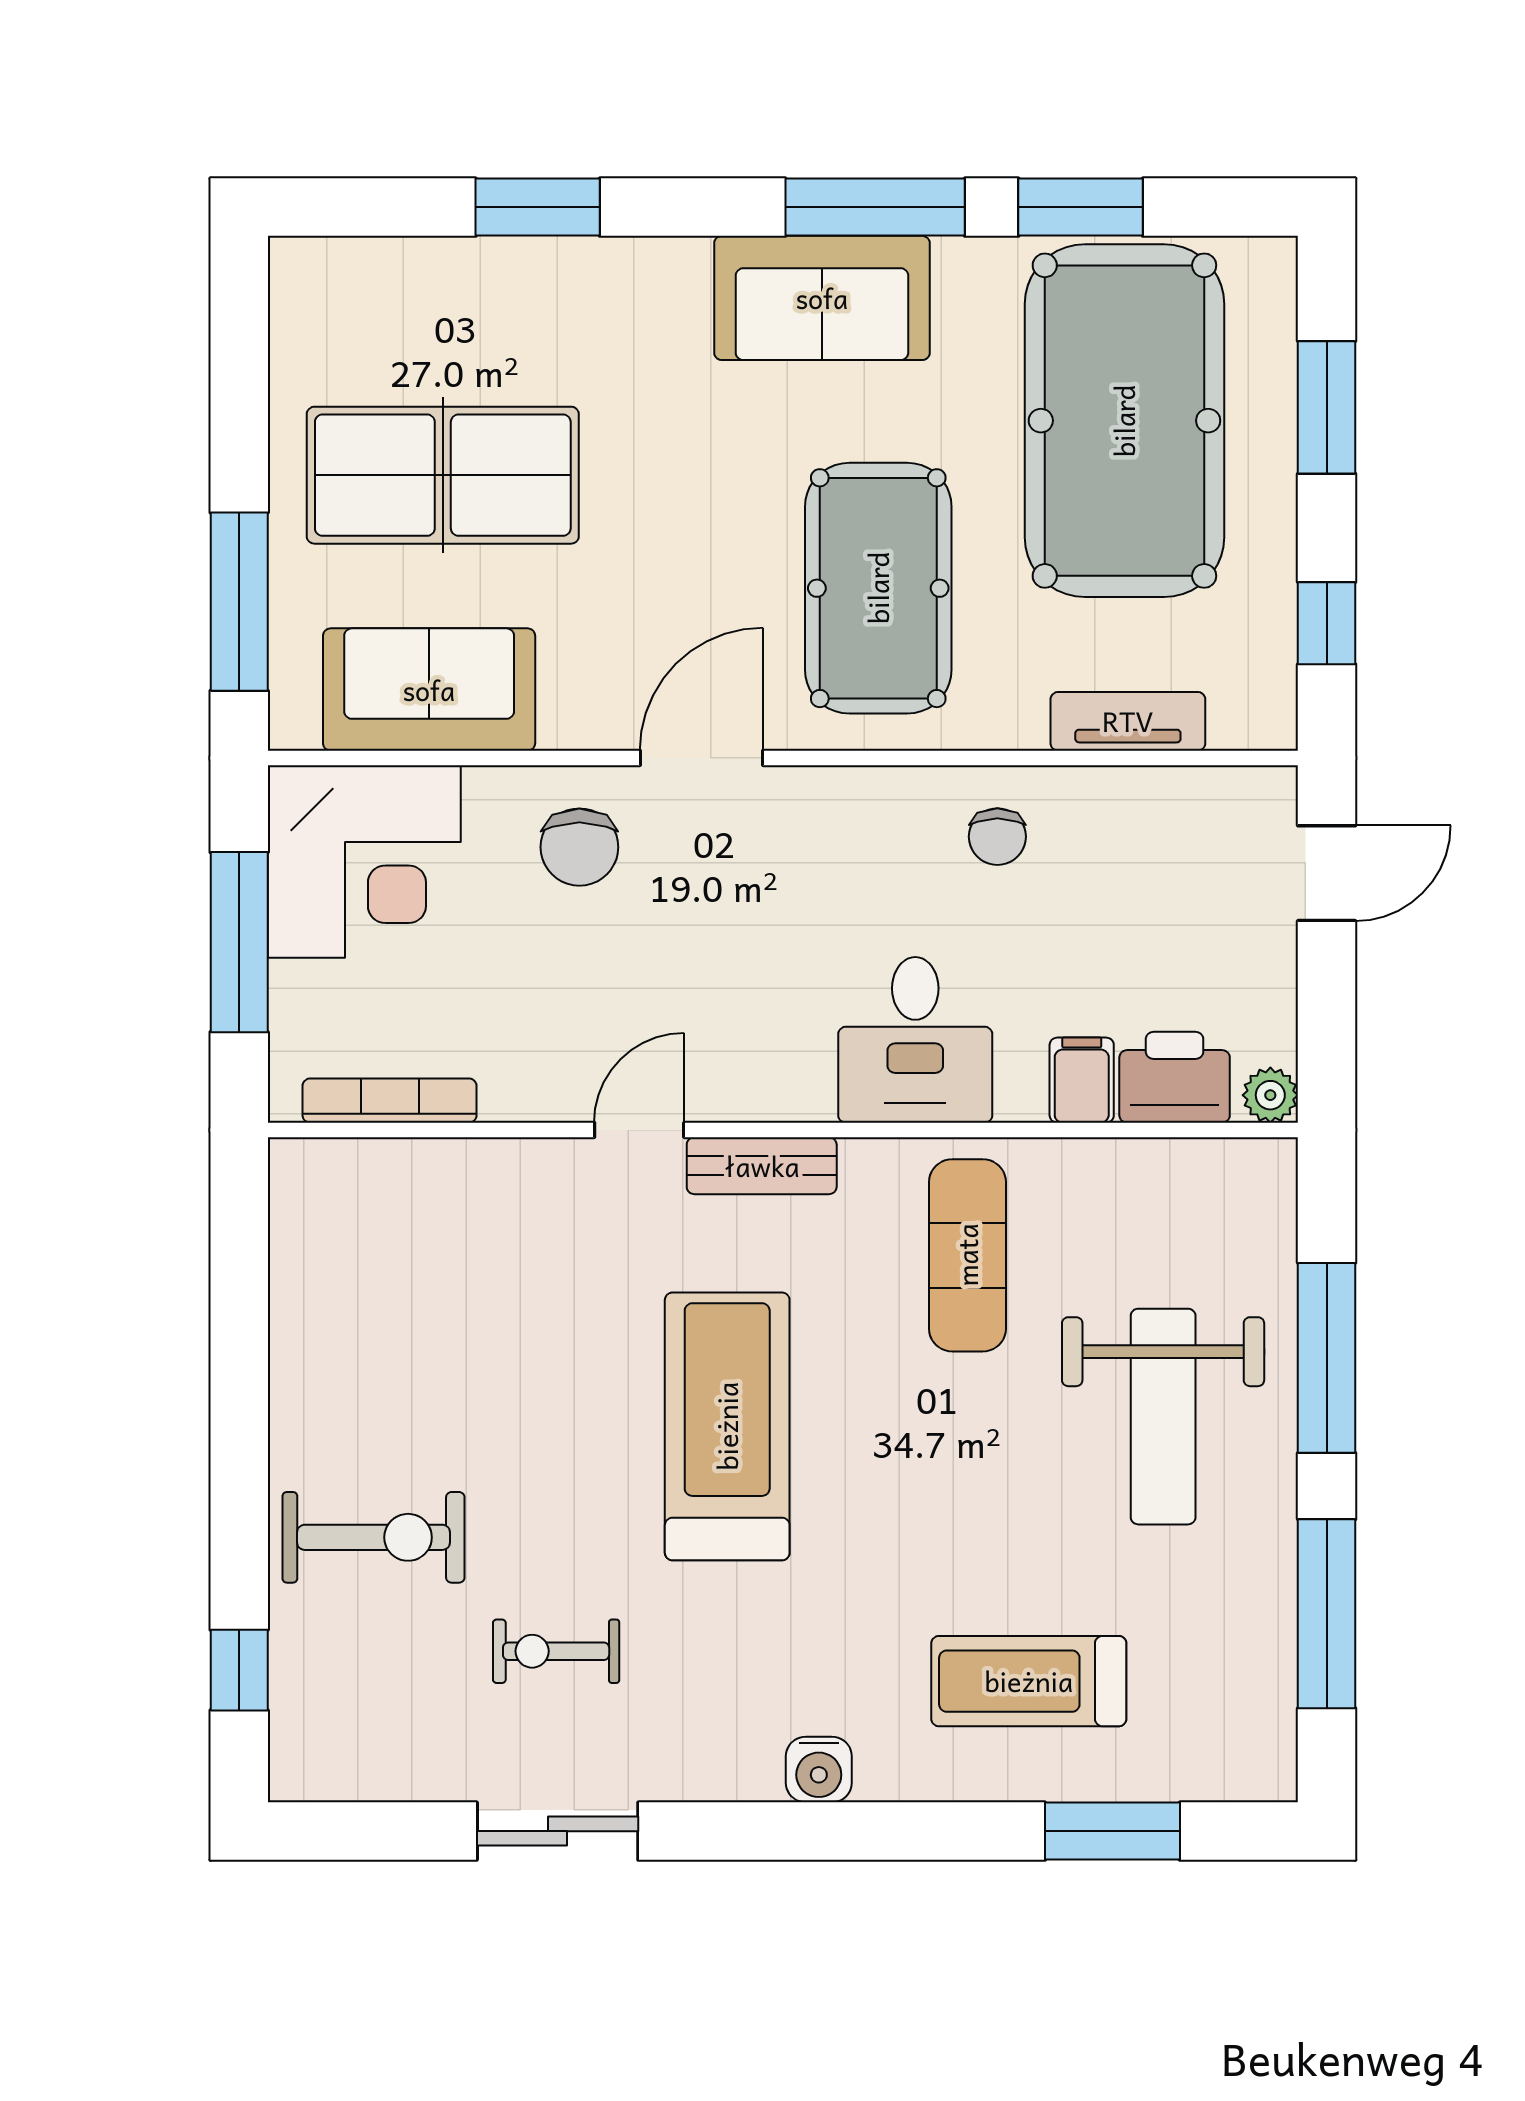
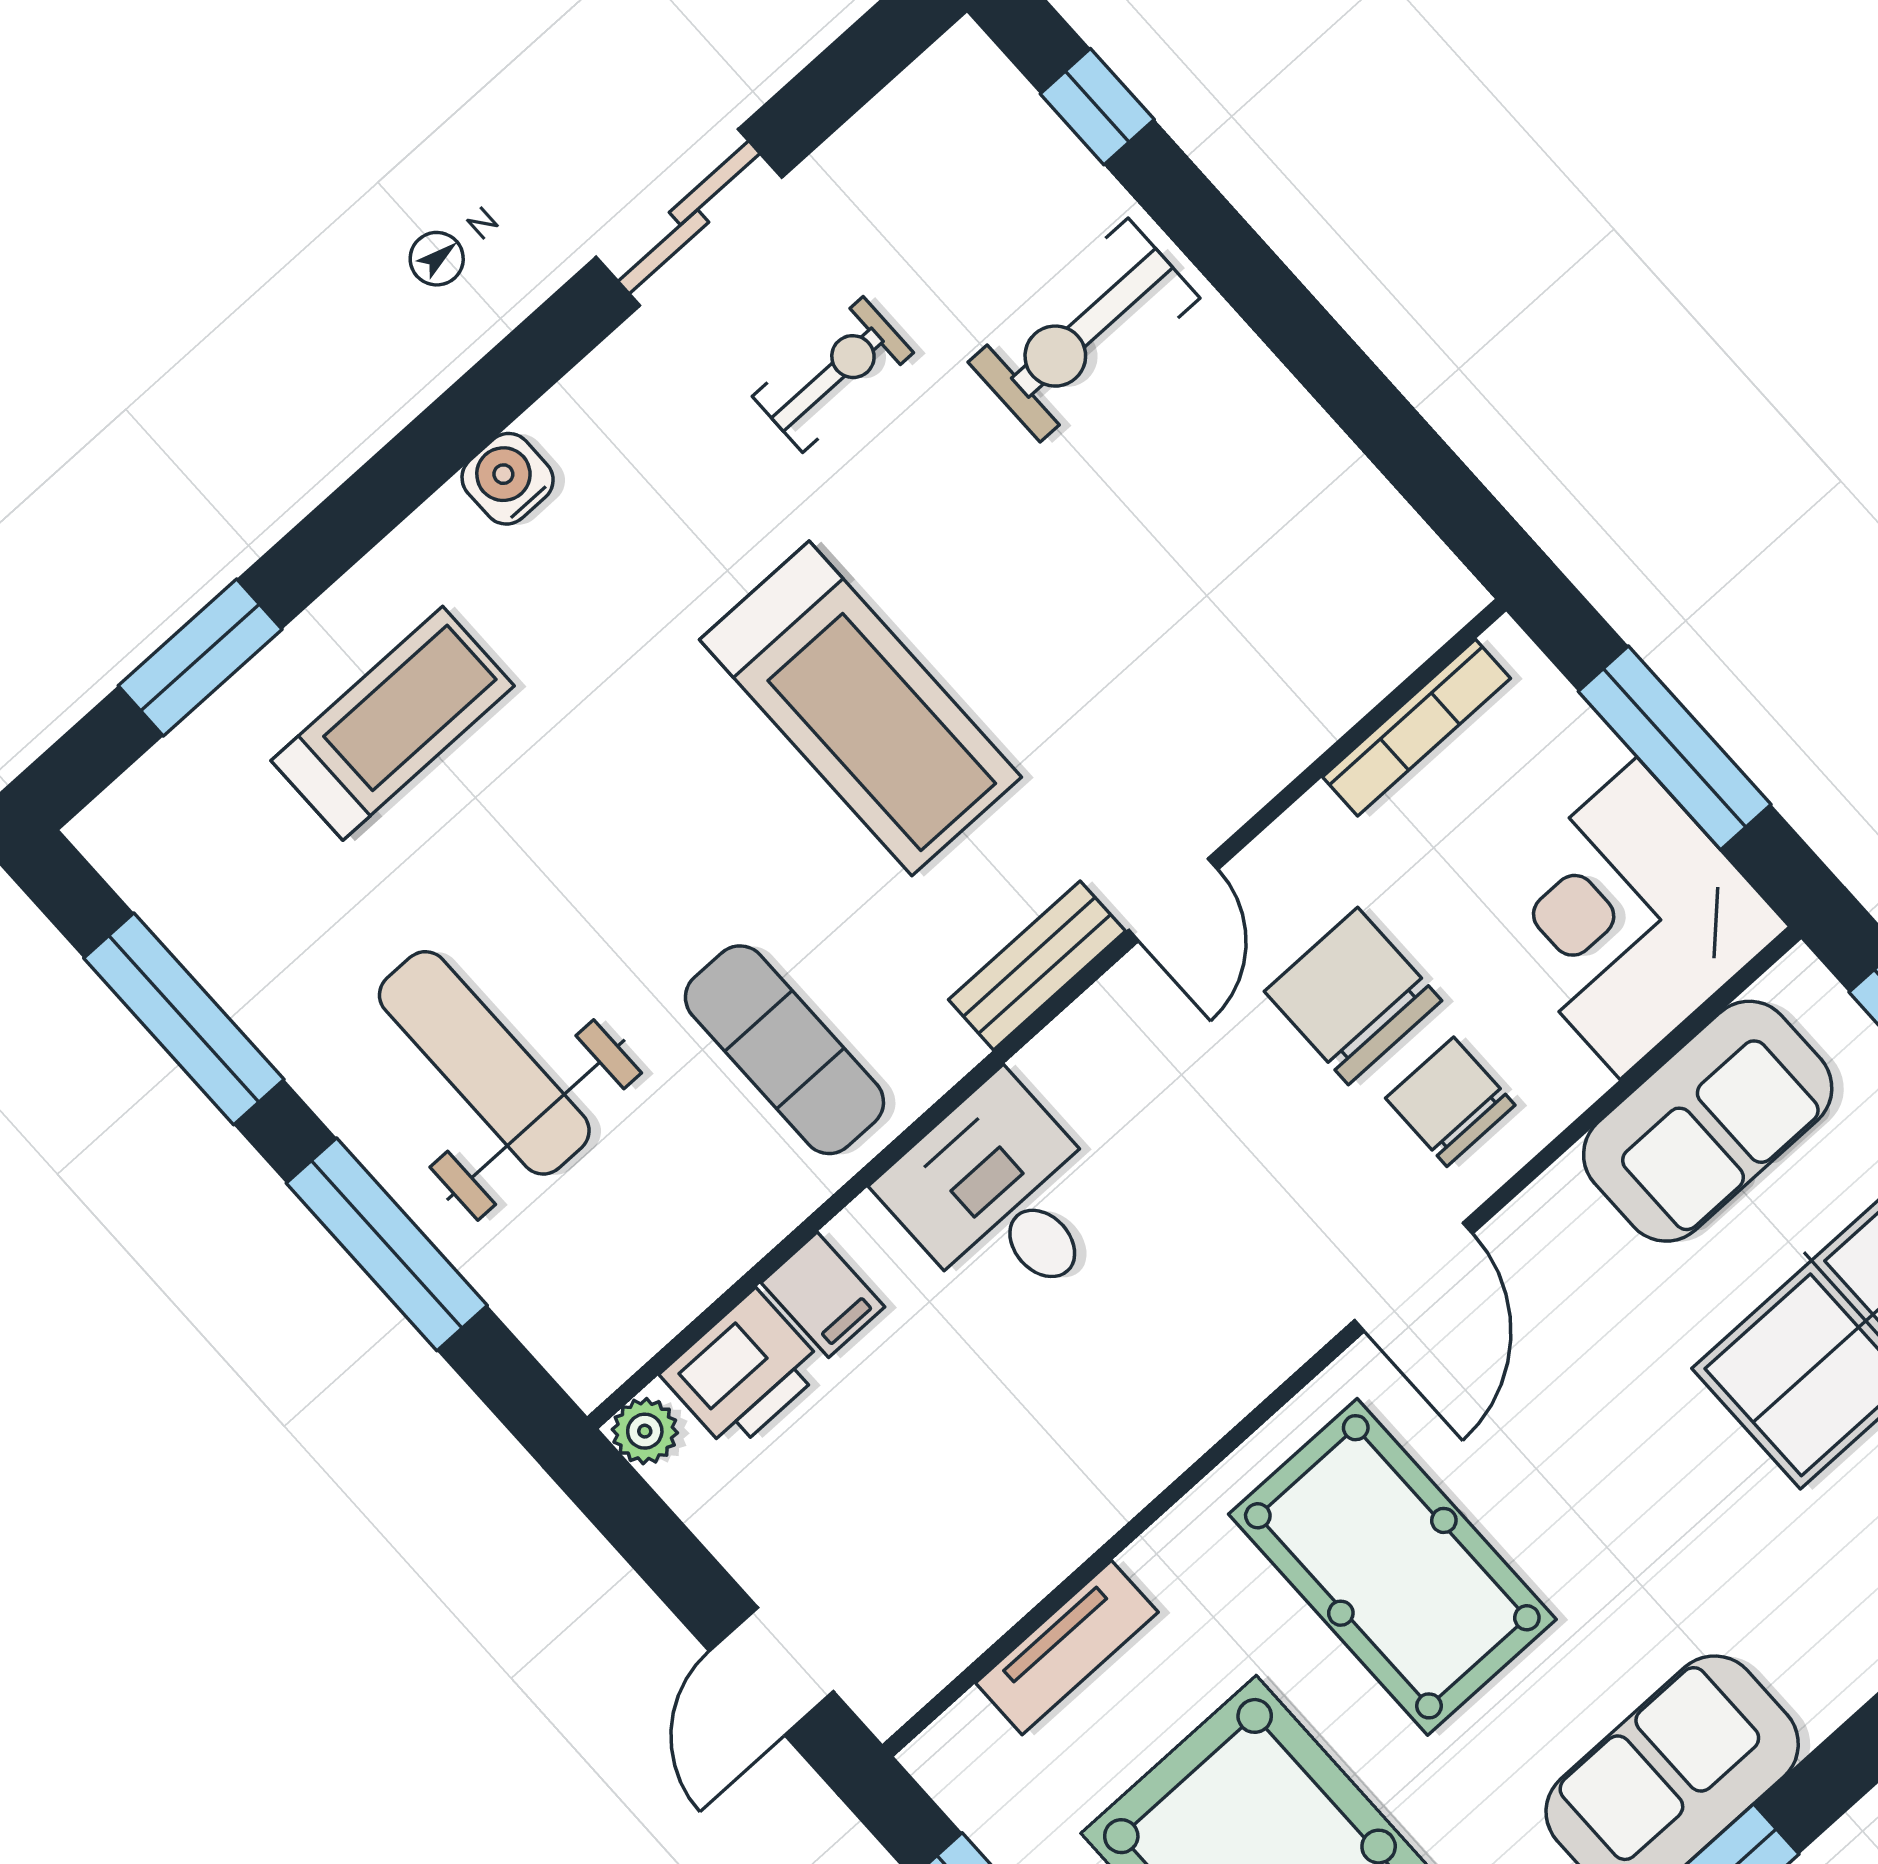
chair: (997, 837) -> (1353, 996), moved, width x1.87, depth x1.87

